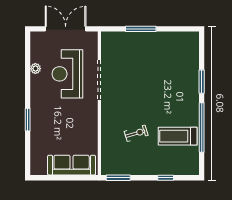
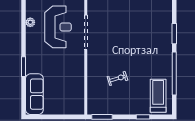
reception desk: (67, 74) -> (58, 27), turned 180
treadmill: (178, 136) -> (158, 96), moved, turned 90
sofa: (72, 165) -> (34, 94), moved, turned 90

